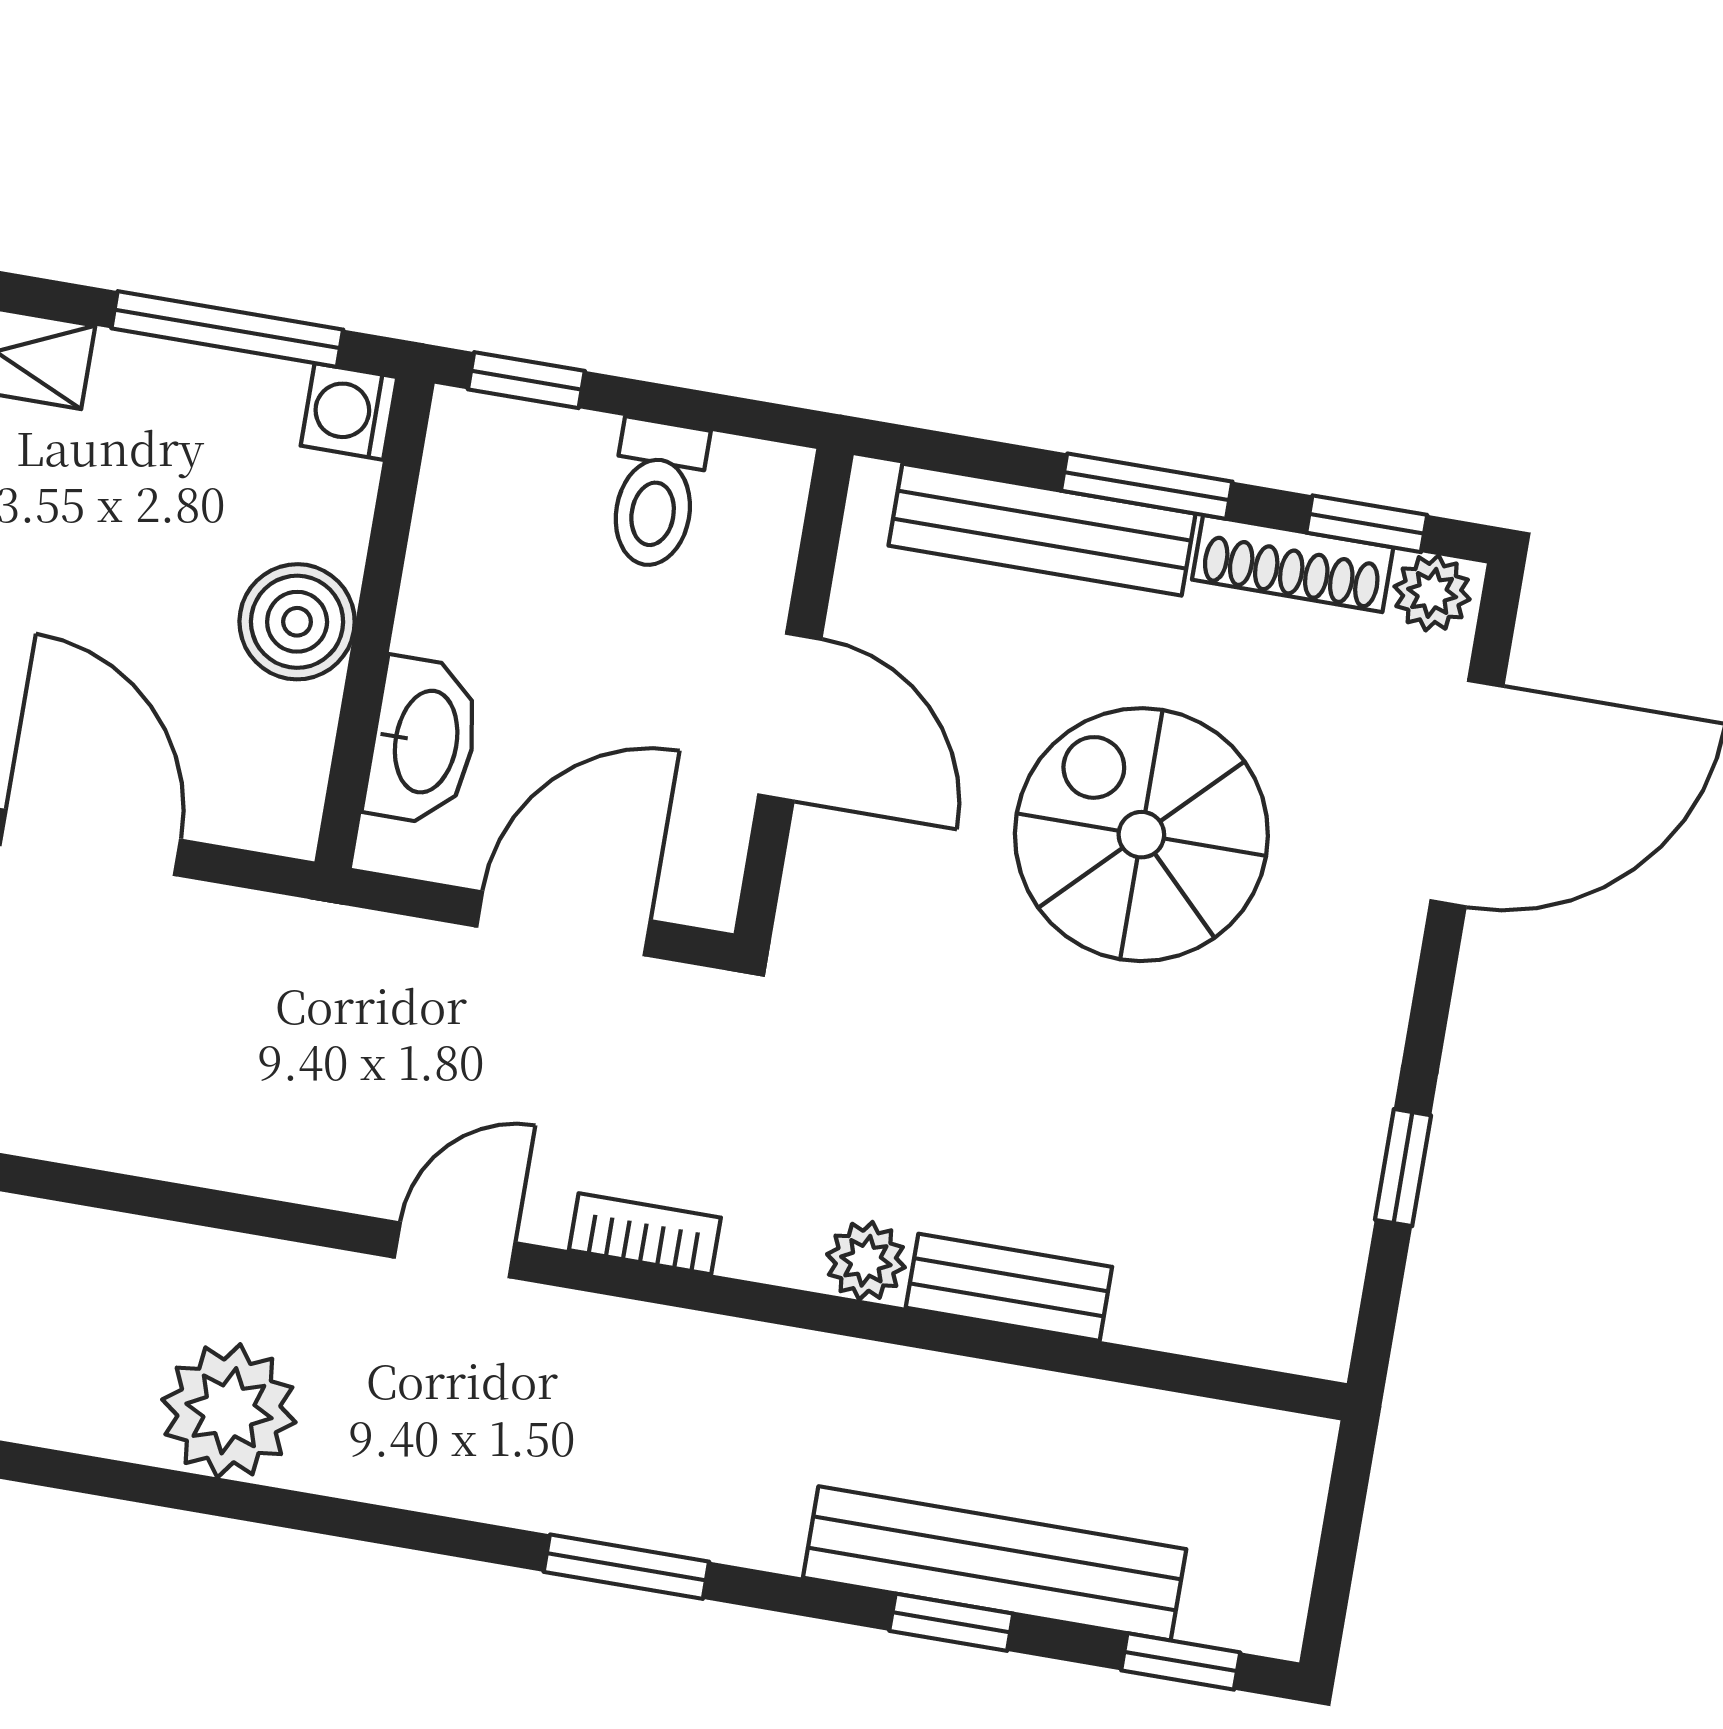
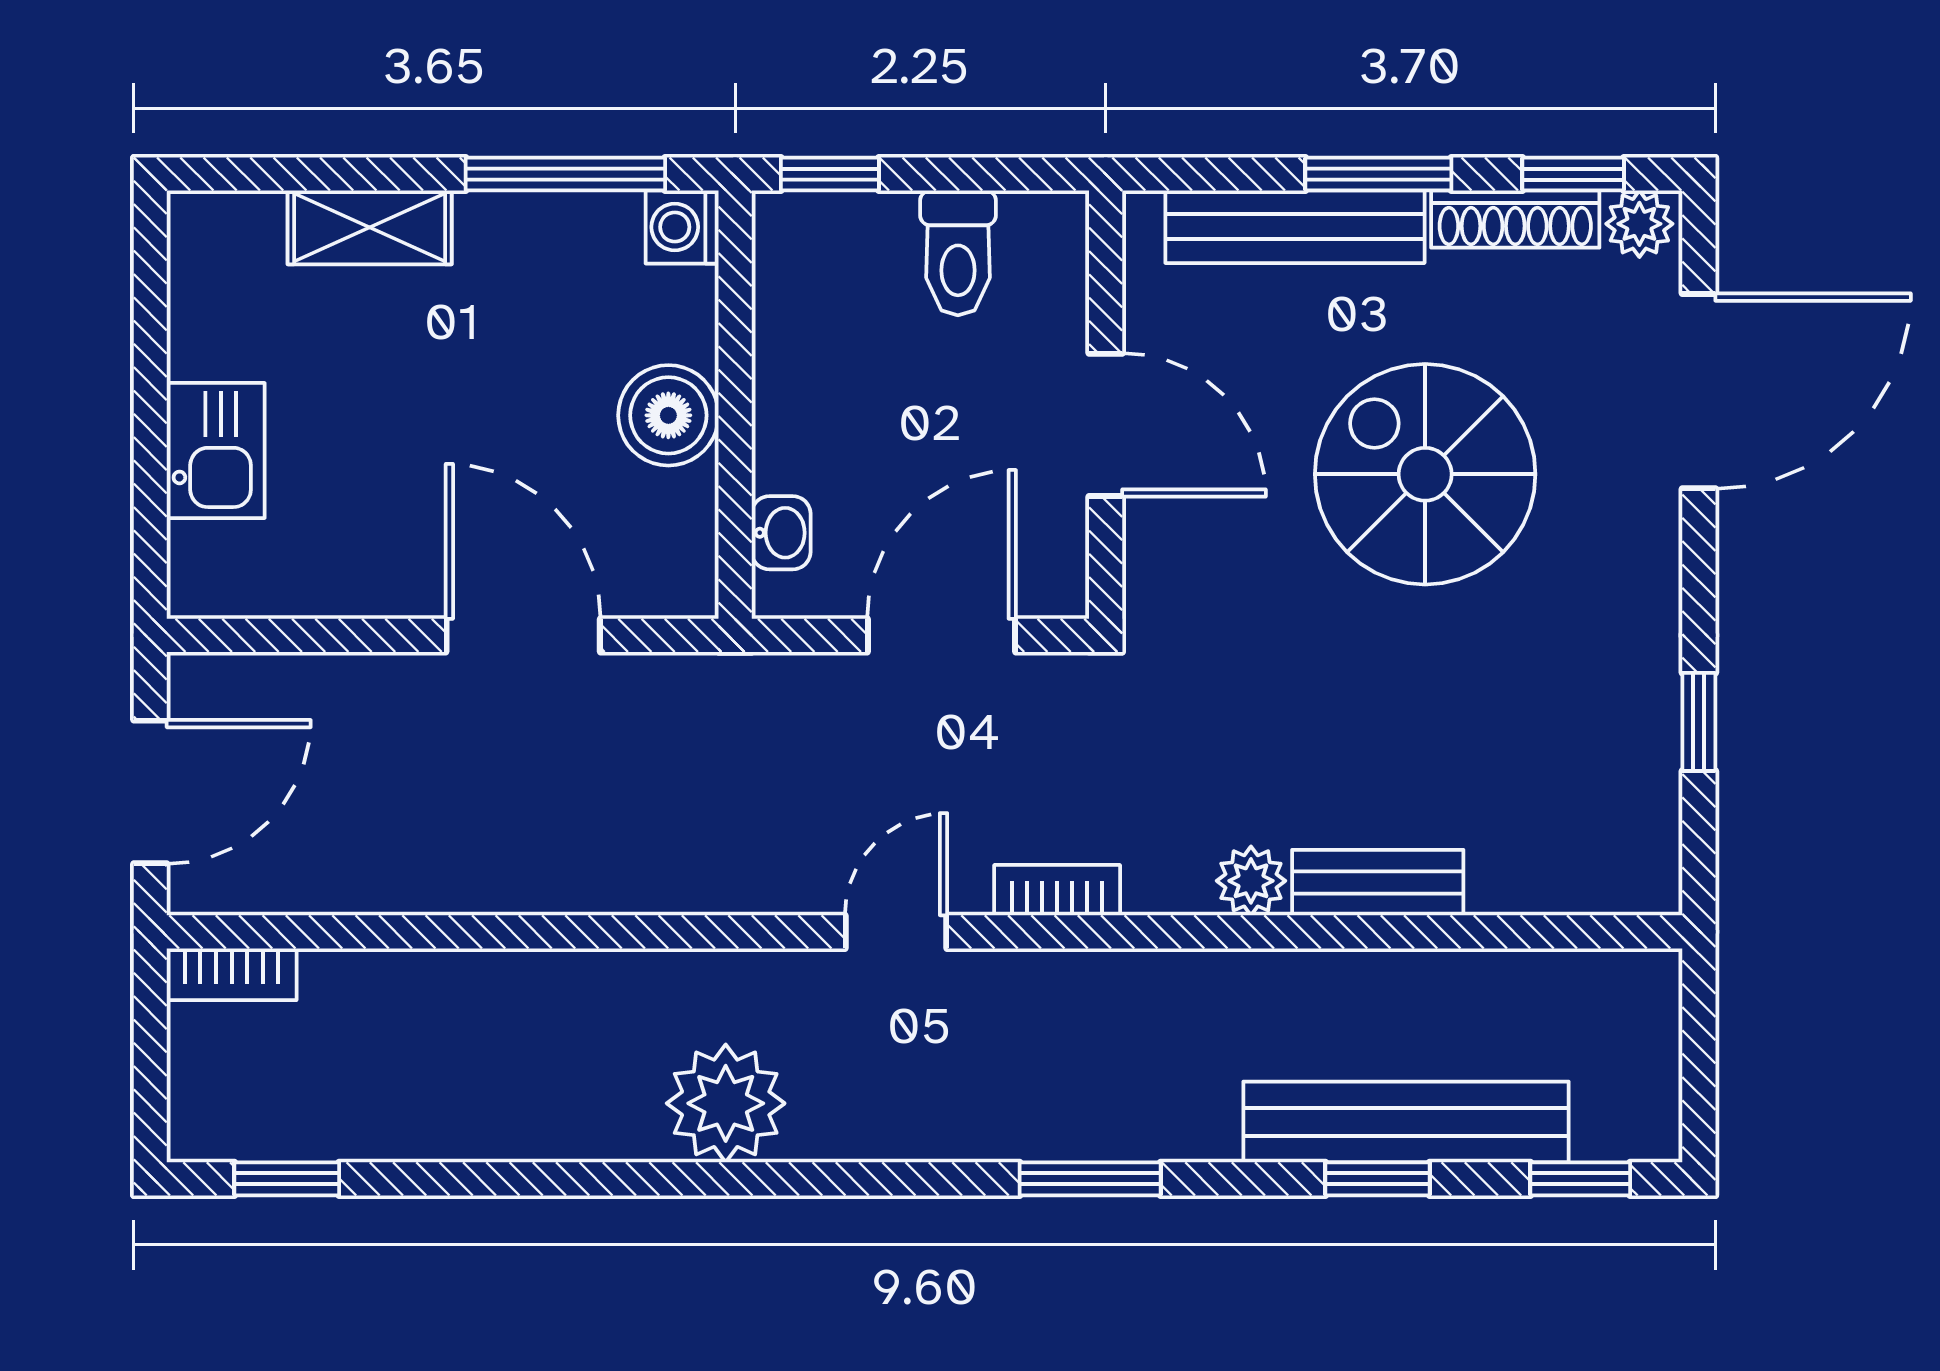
washbasin: (423, 741) -> (781, 533), width x0.52, depth x0.69

